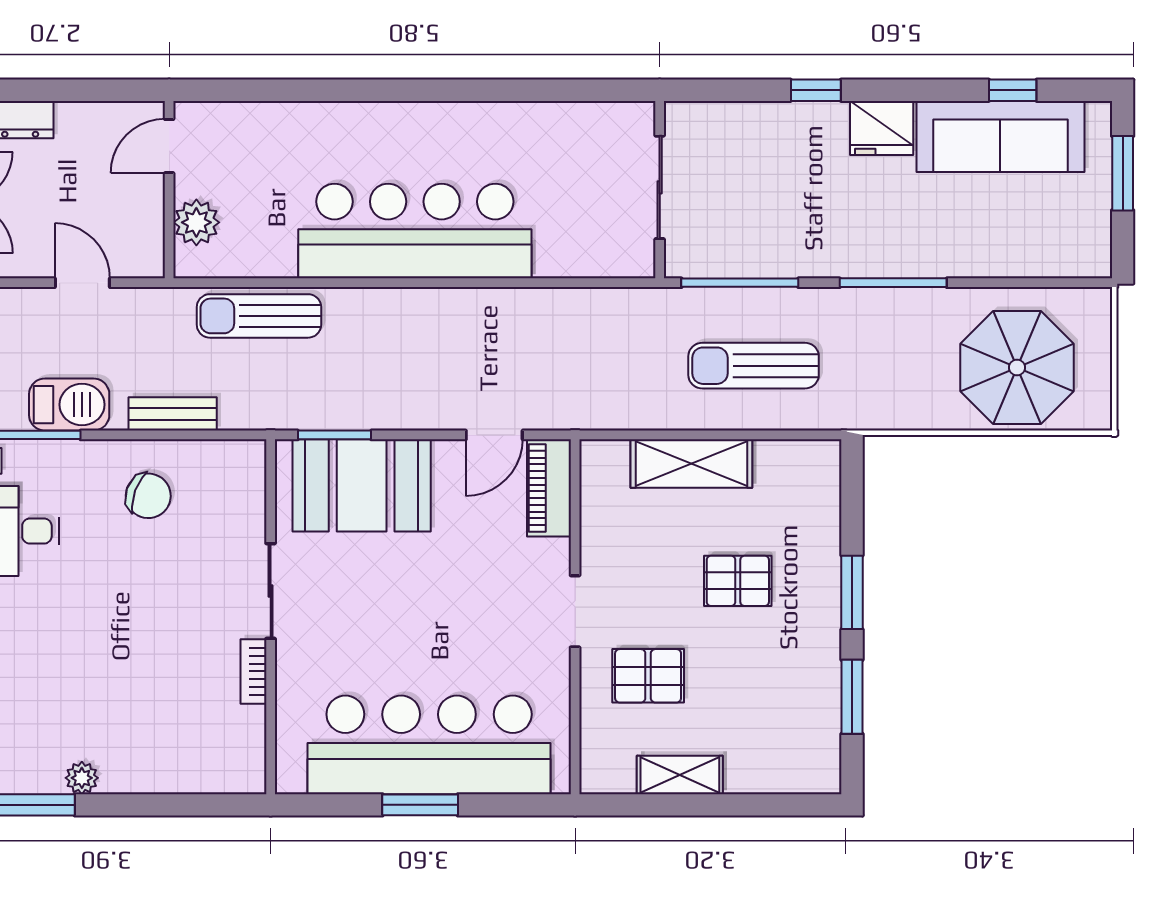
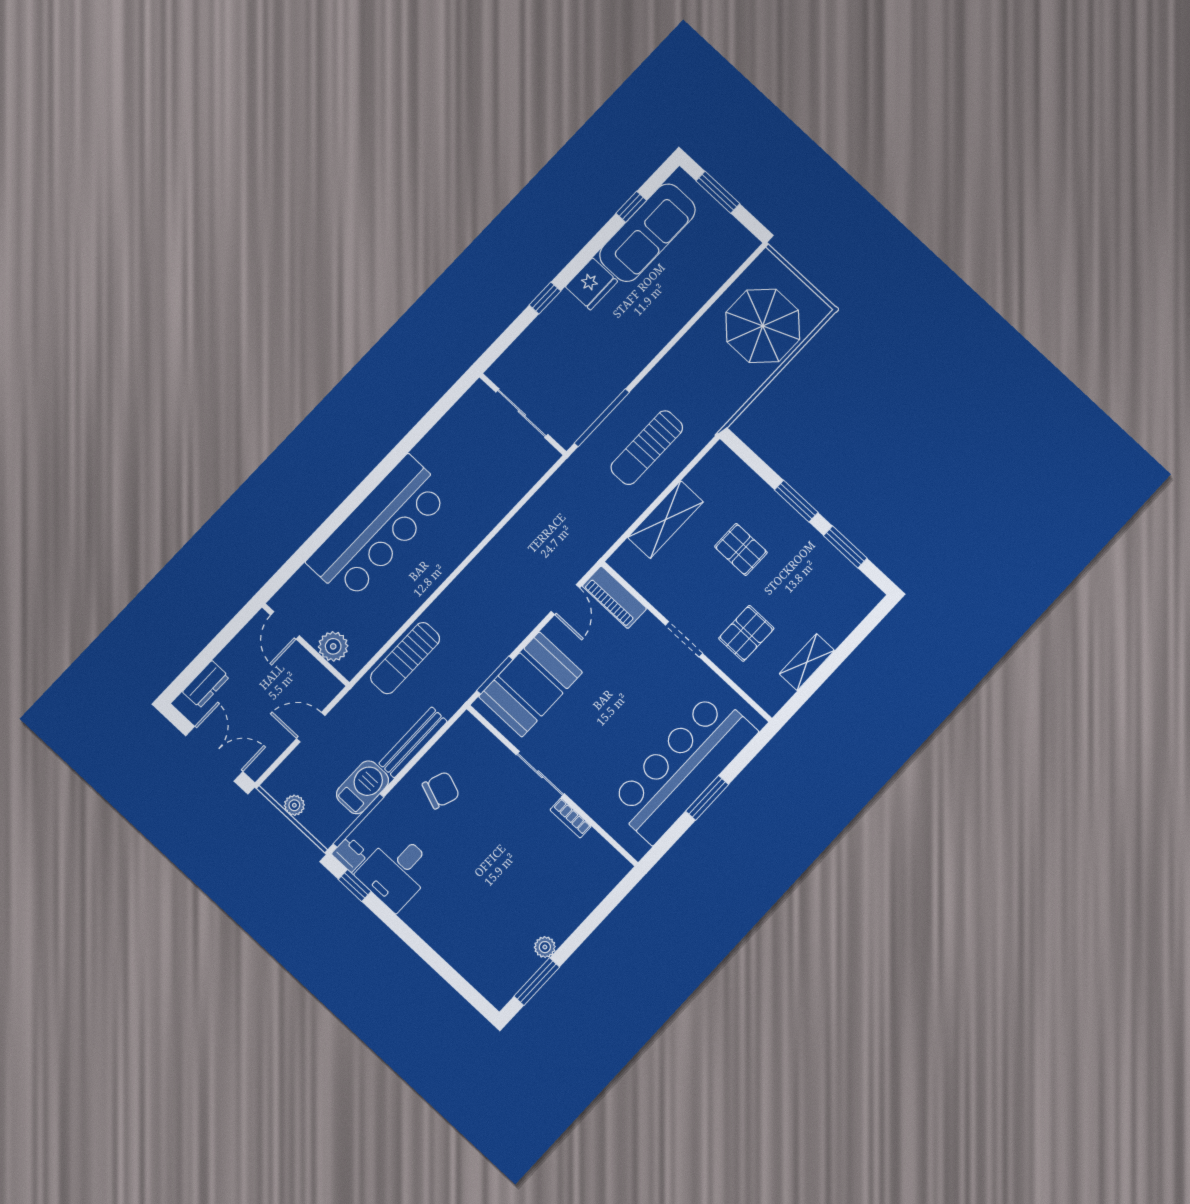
bar counter: (415, 231) -> (379, 528), moved, turned 180
window: (893, 283) -> (669, 346), removed
bench: (173, 414) -> (413, 742), width x1.36
pallet: (738, 581) -> (741, 549), turned 90

